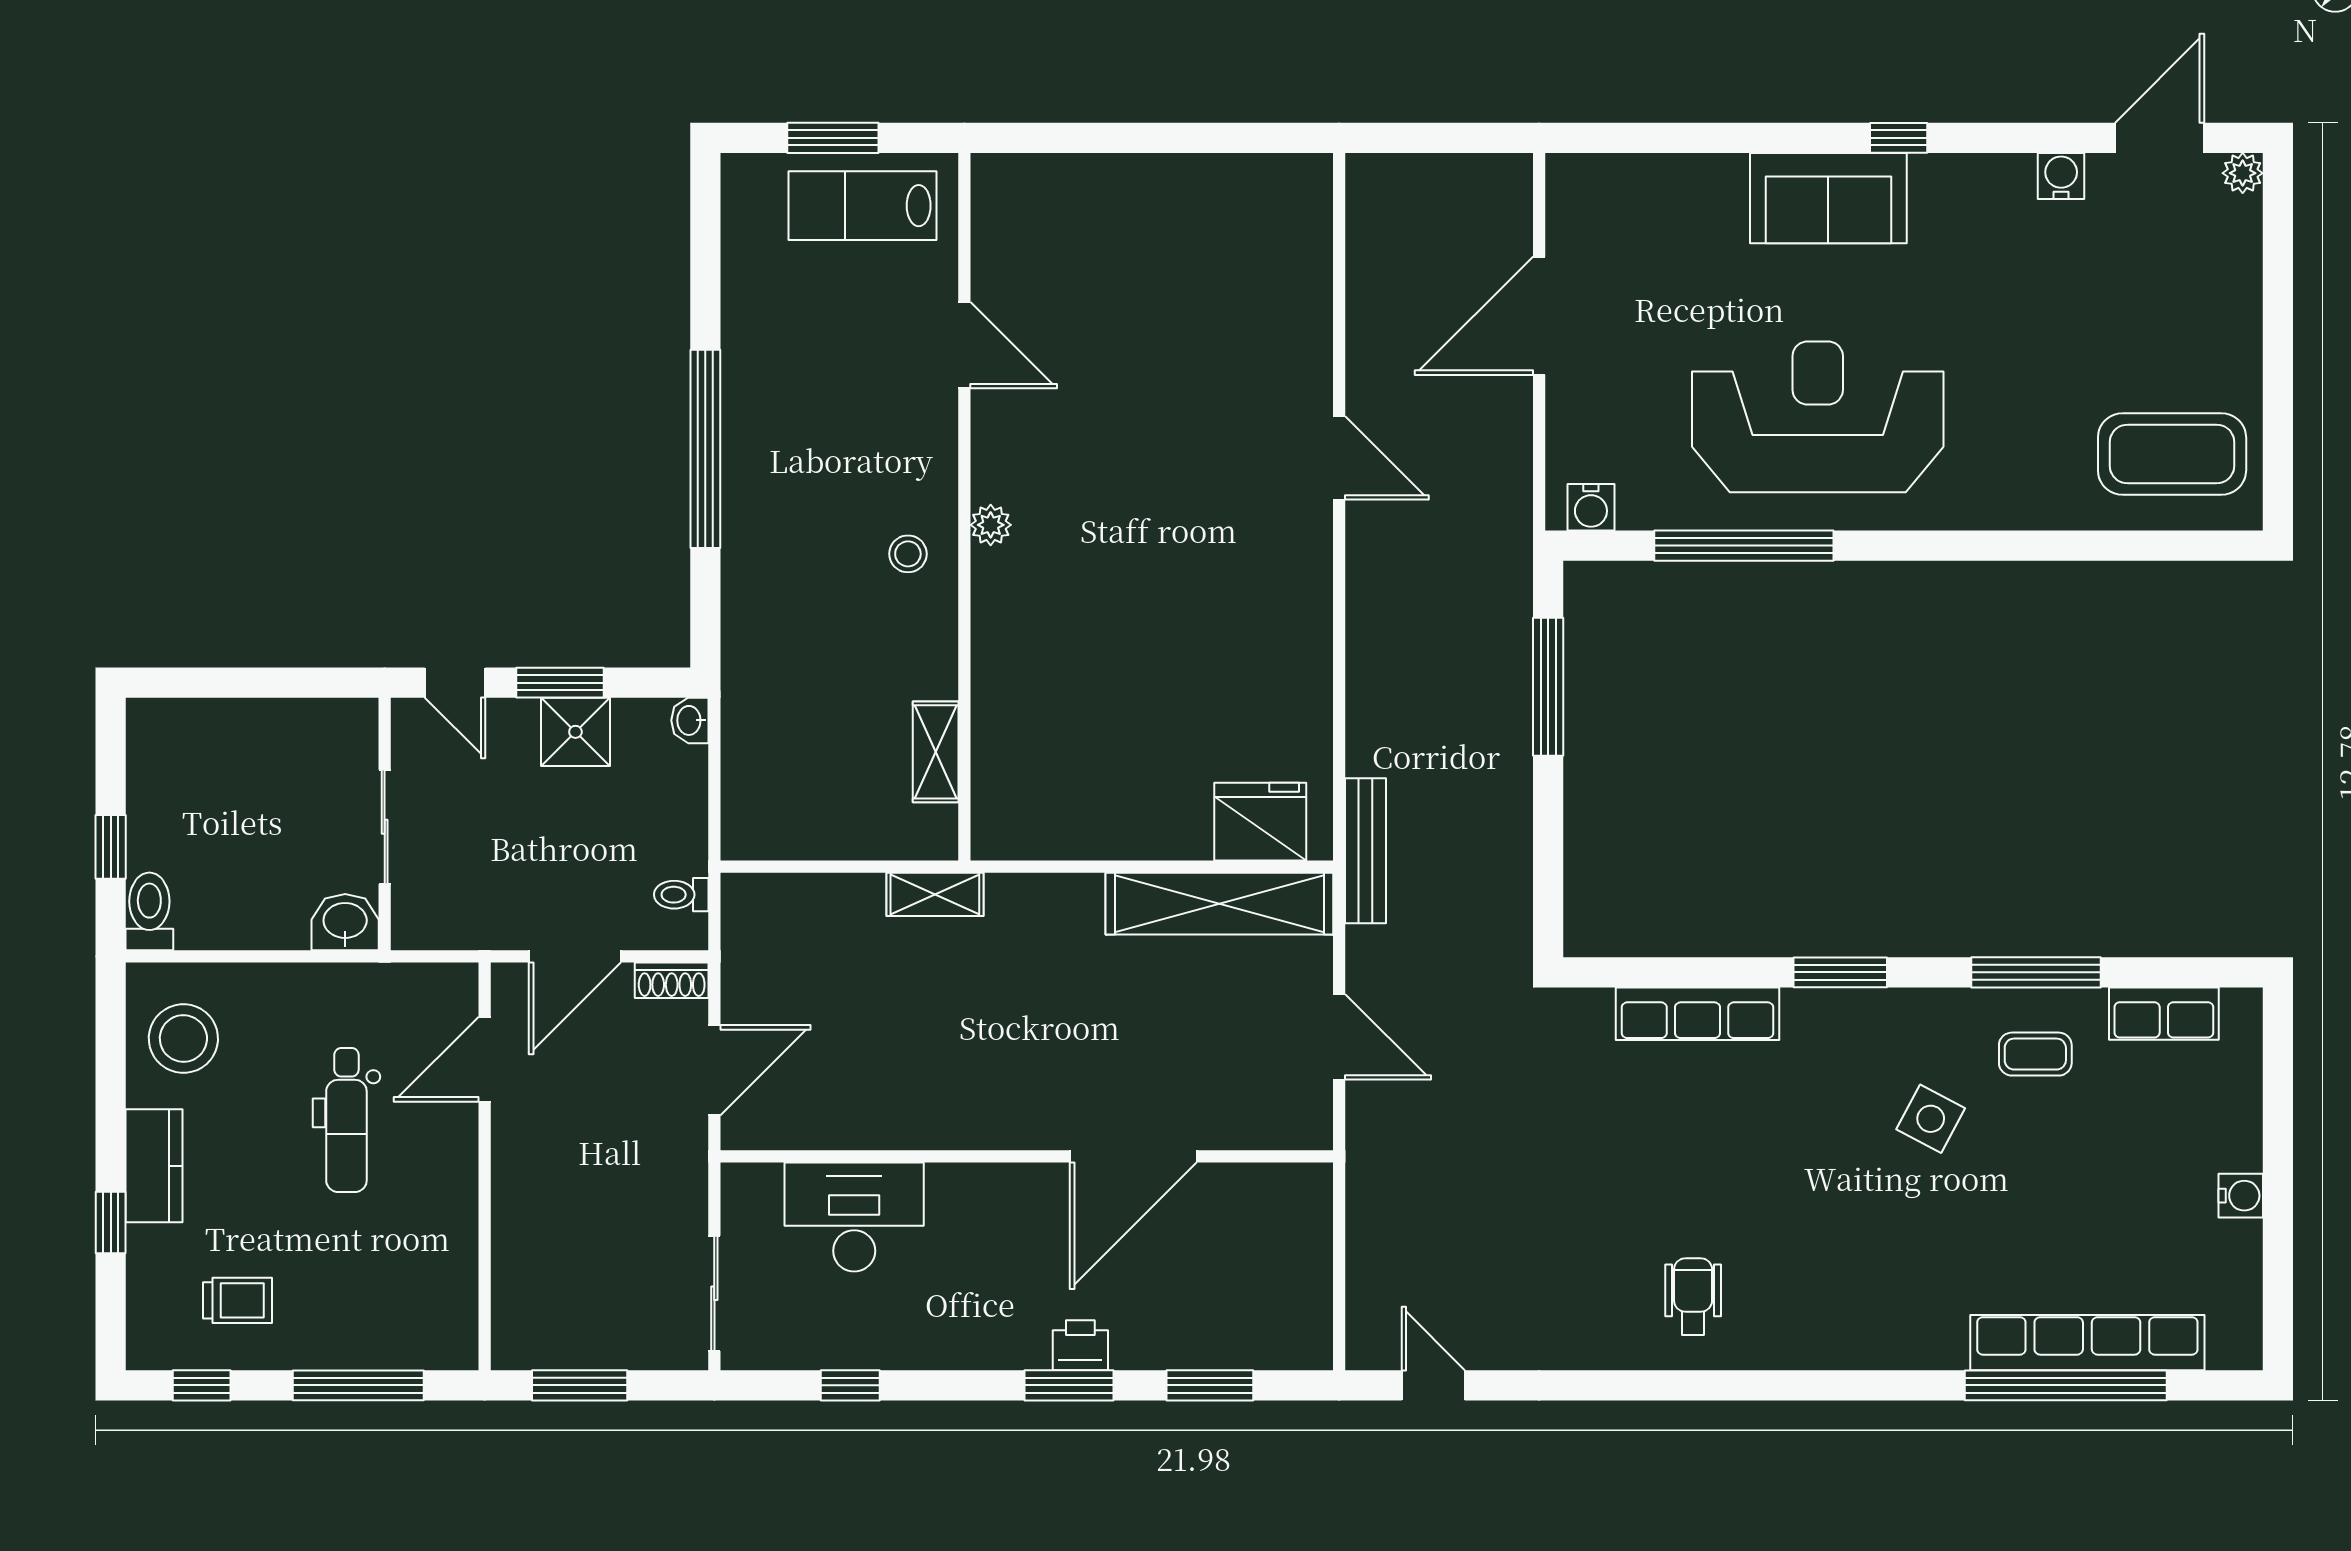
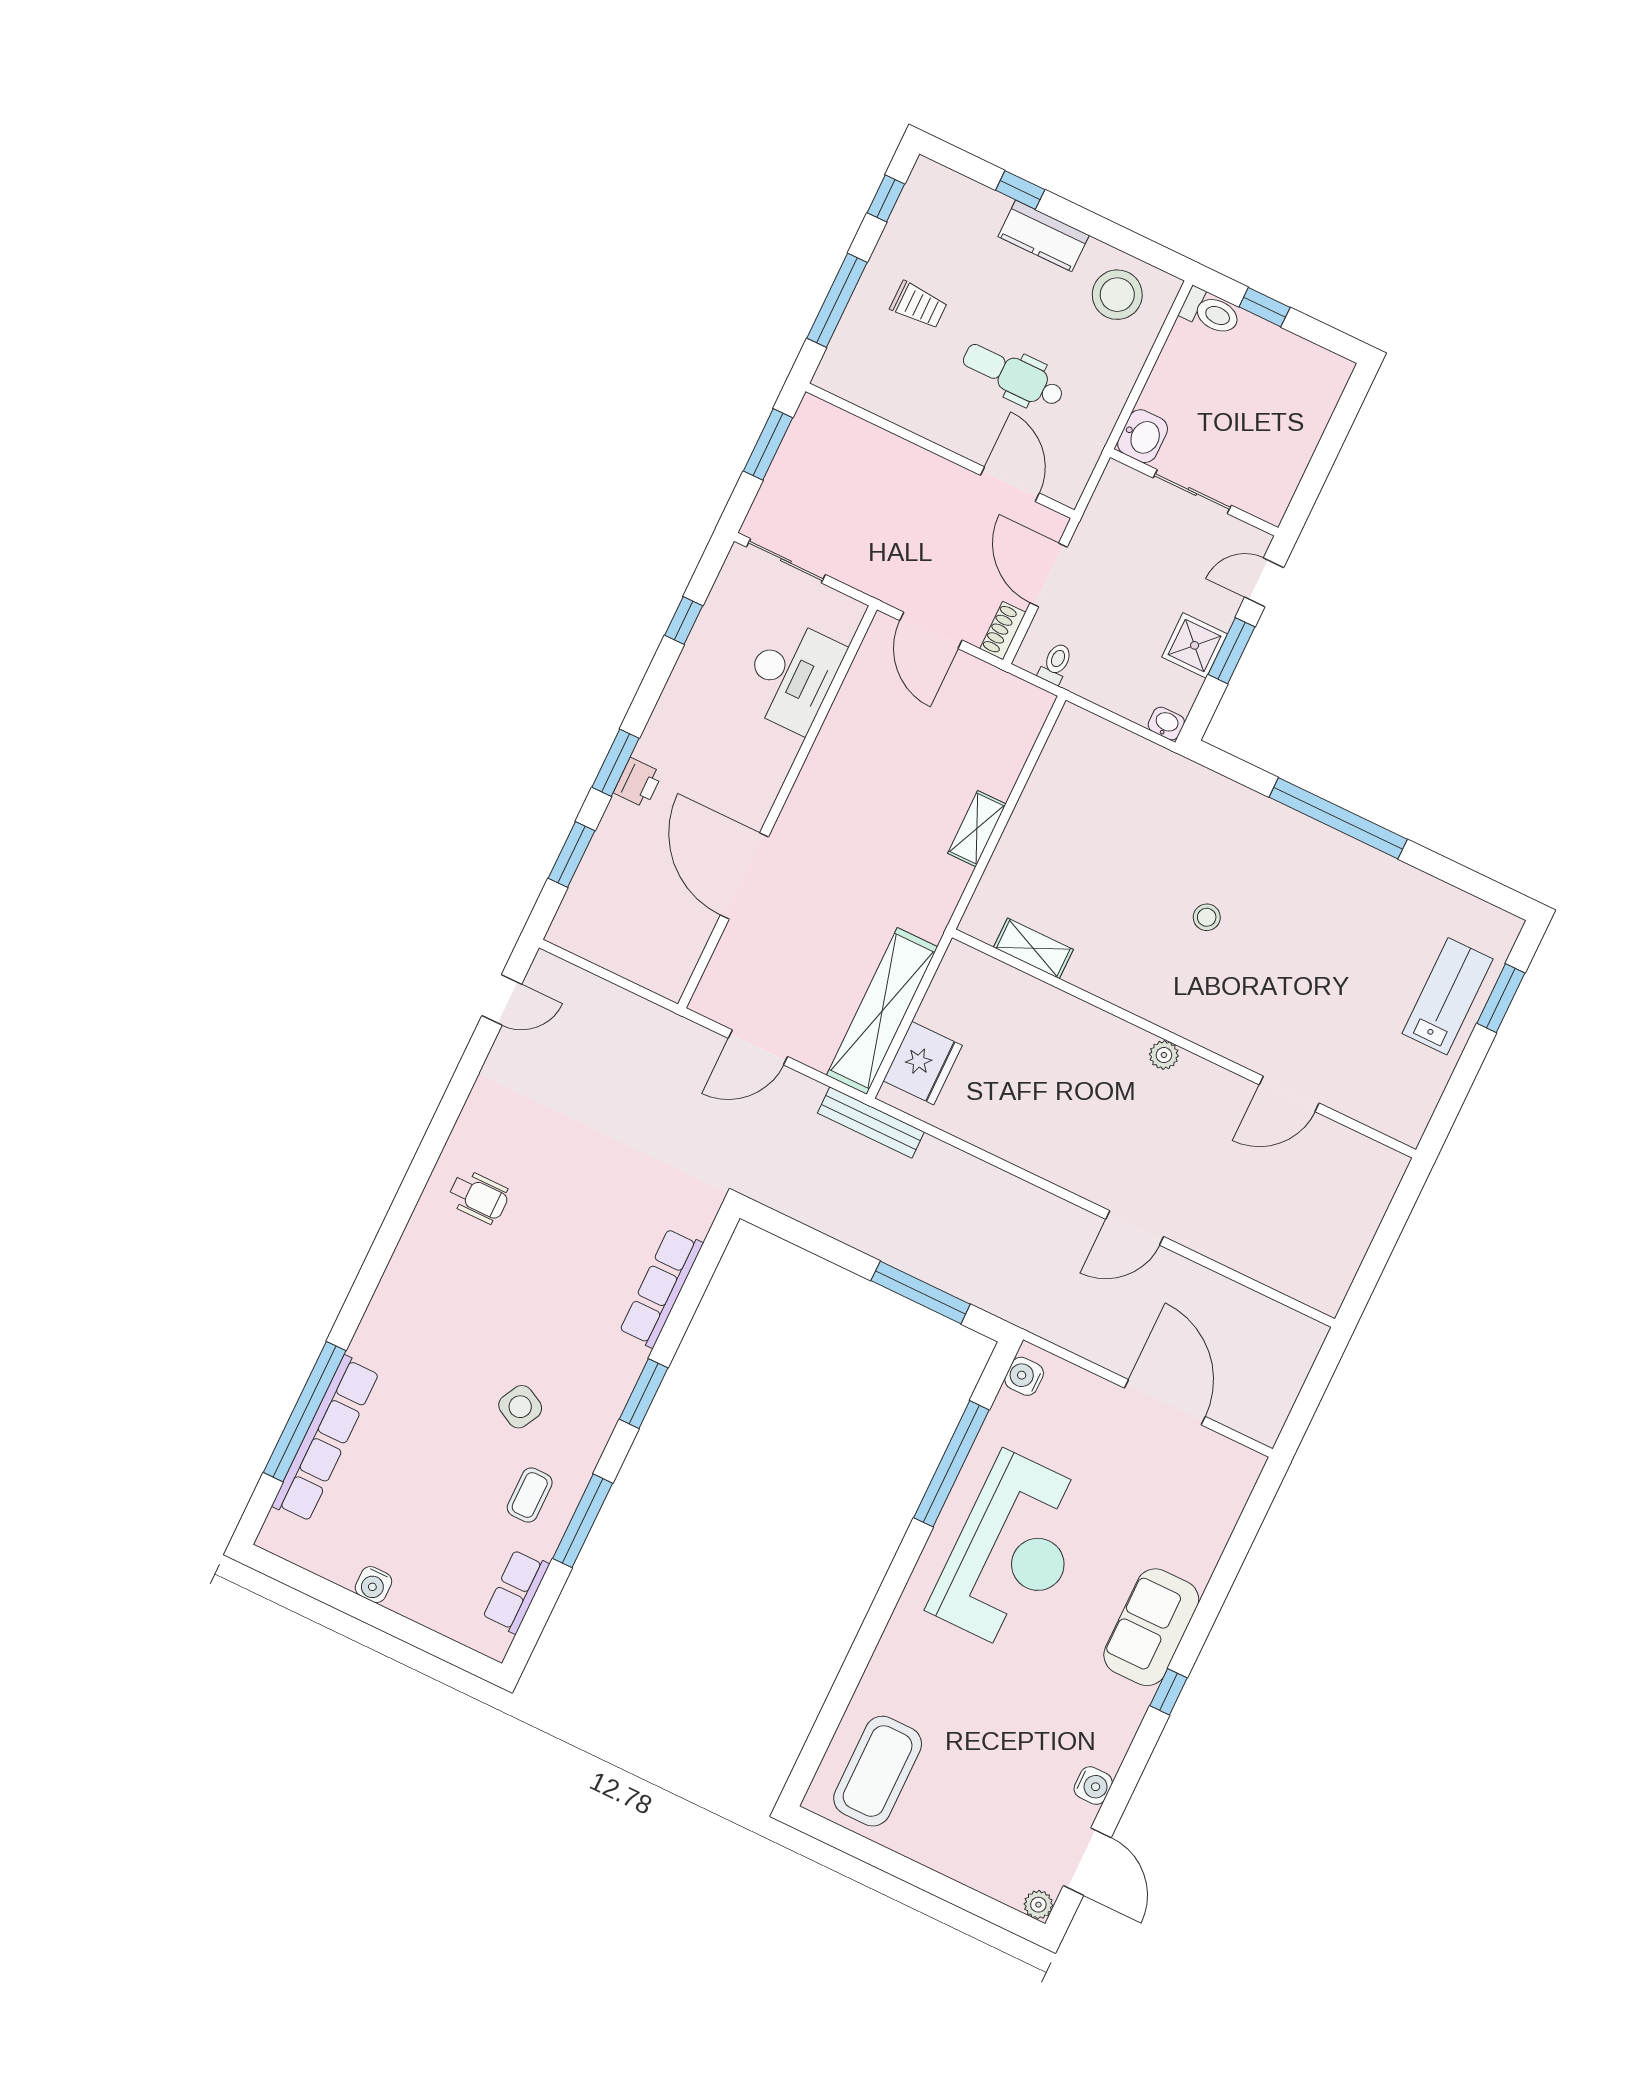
door: (964, 345) -> (1289, 1094), moved
wall: (964, 507) -> (1184, 1044), moved
plant: (991, 525) -> (1164, 1055), moved
shelving: (936, 752) -> (1033, 948), moved
trolley: (237, 1300) -> (919, 305), moved, turned -90

